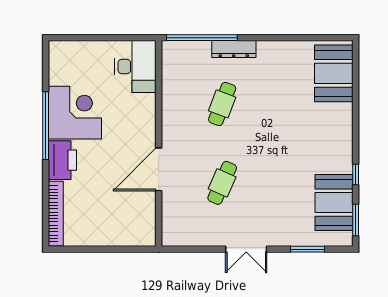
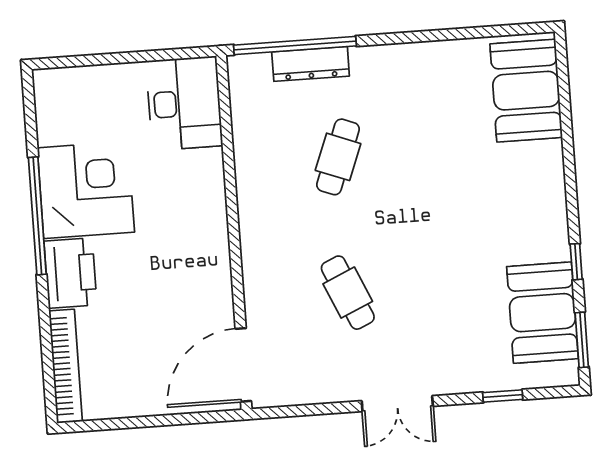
dresser: (234, 49) -> (311, 64), moved
door: (159, 169) -> (243, 365), moved
cafe table: (222, 183) -> (348, 293), turned -48
window: (308, 249) -> (503, 396), width x0.67

